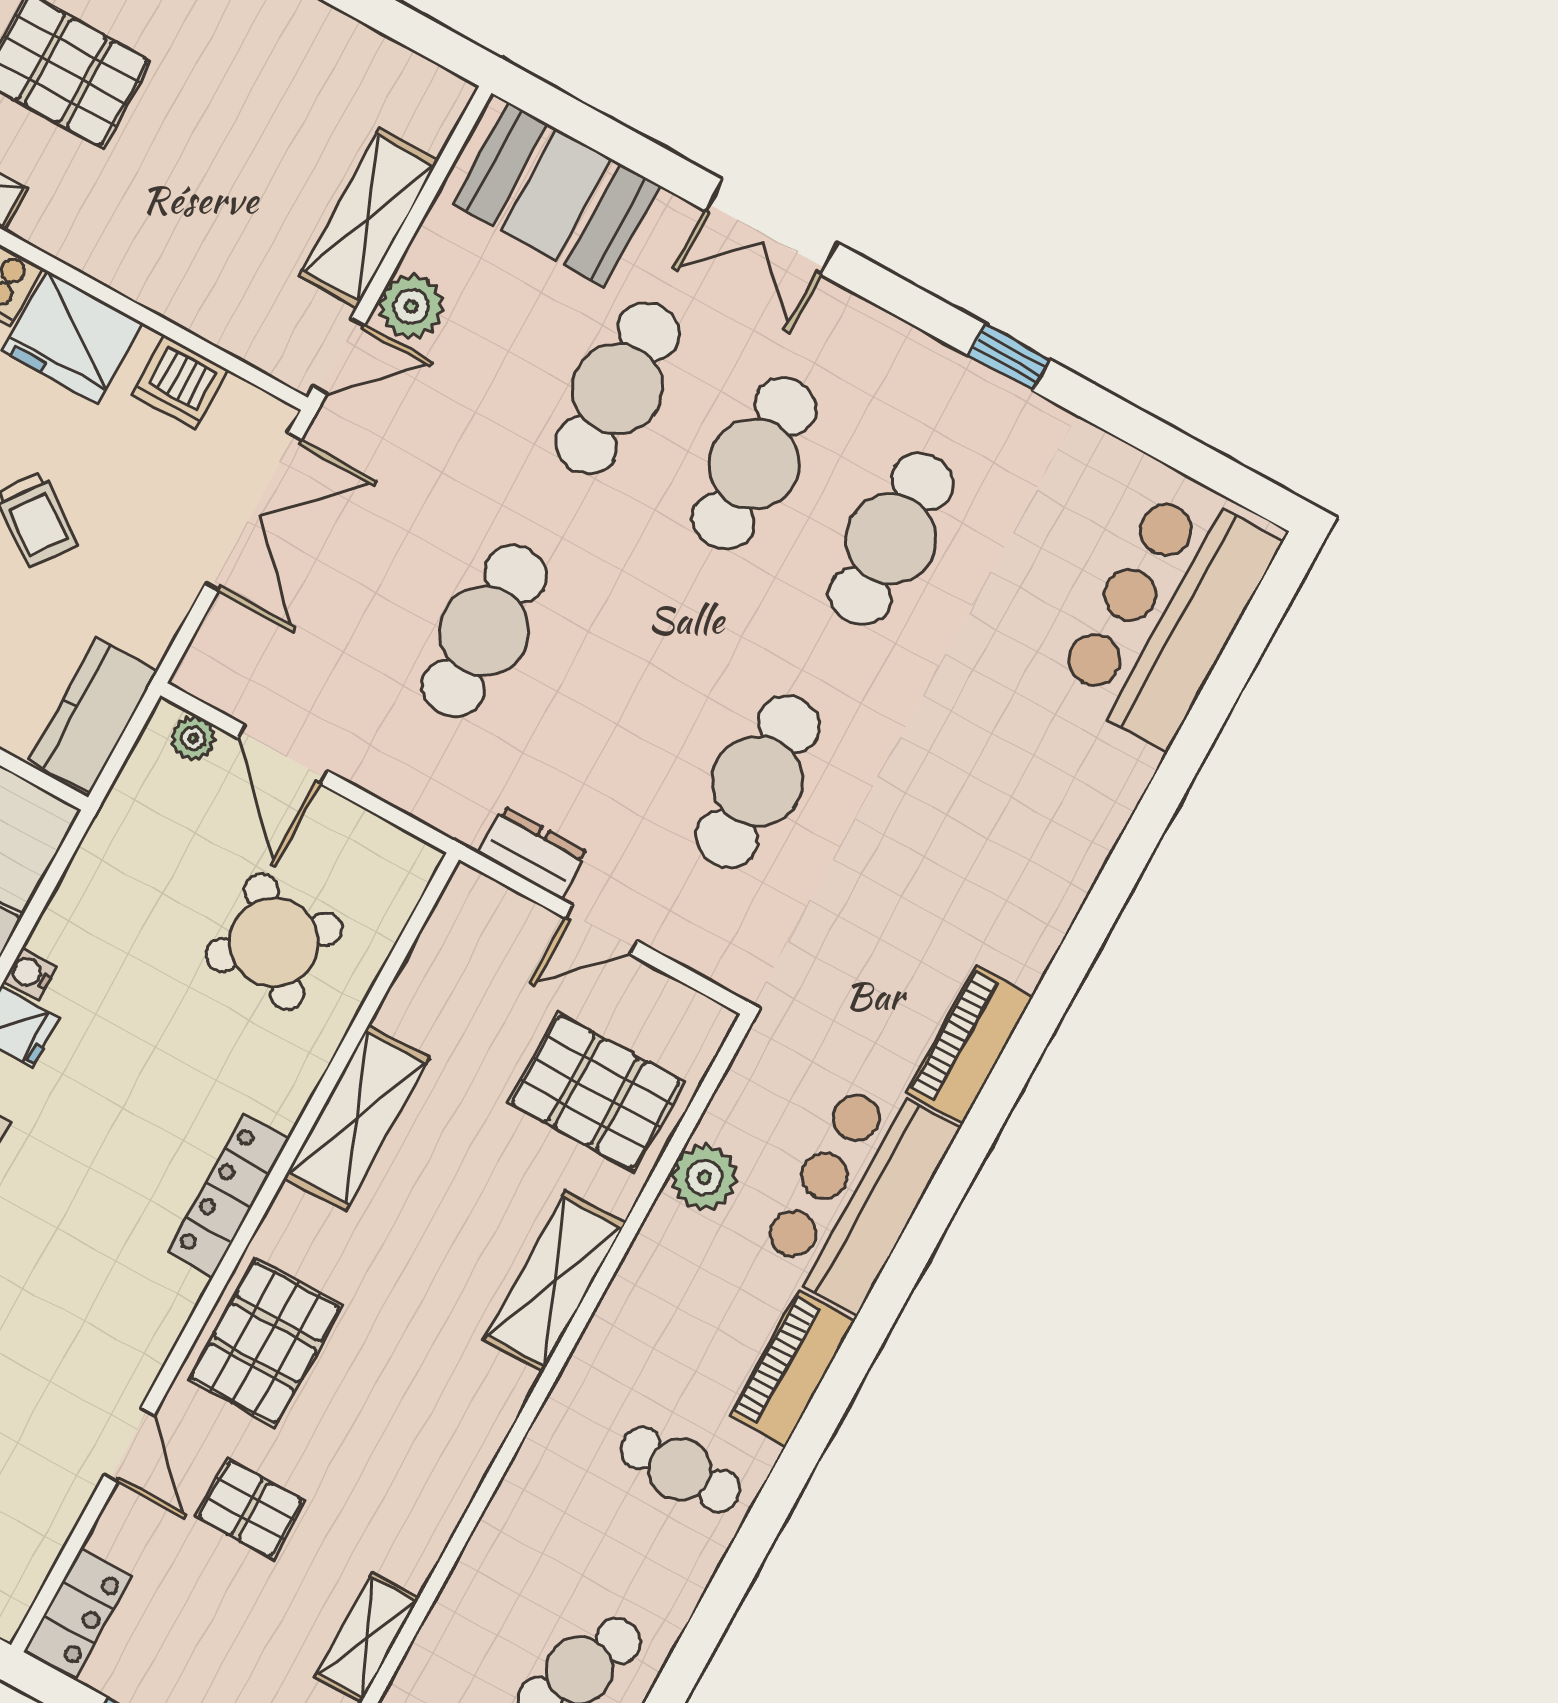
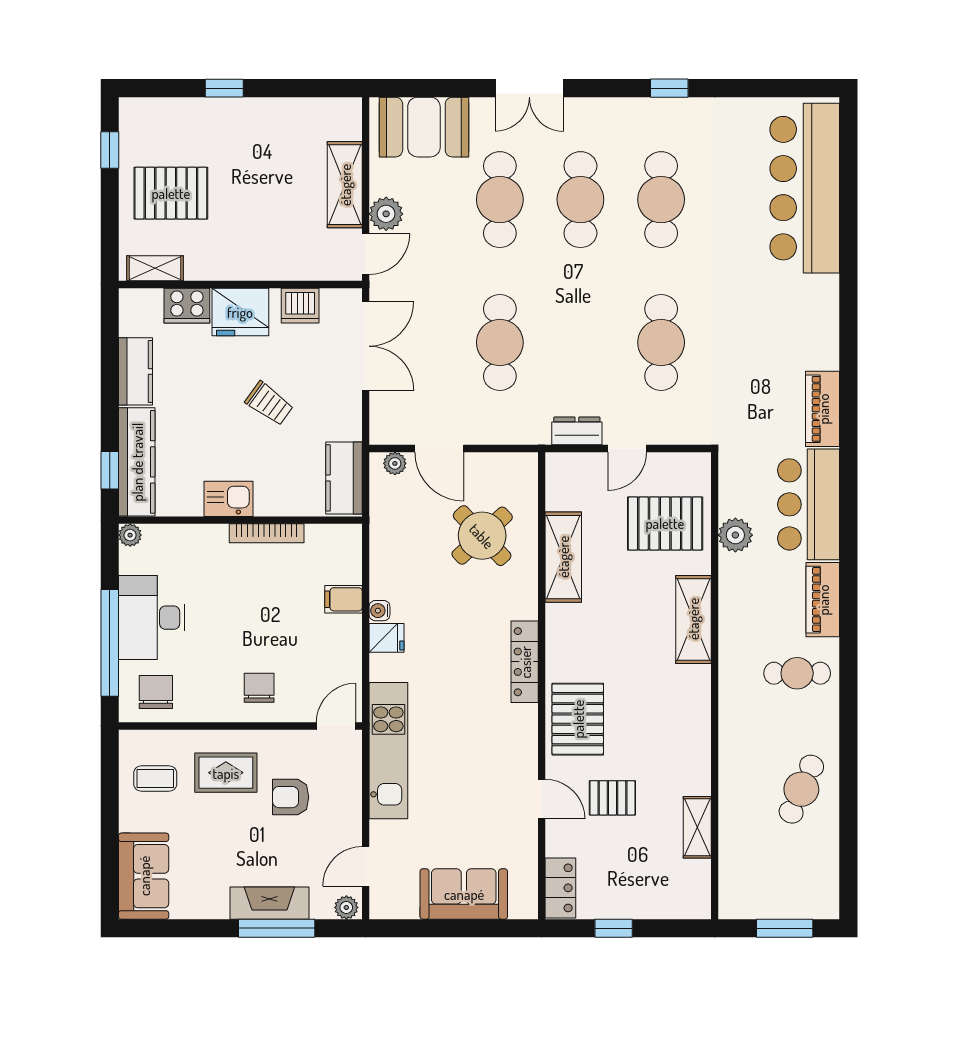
bar counter: (1167, 615) -> (805, 188), width x1.36
shelving: (357, 1118) -> (563, 557), moved

